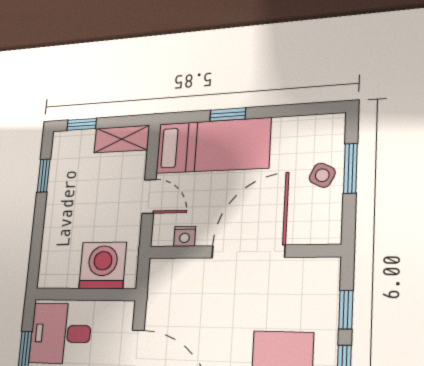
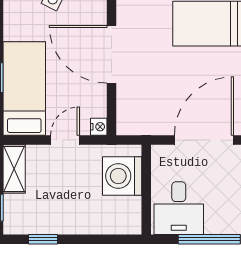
nightstand: (185, 236) -> (99, 127), moved

